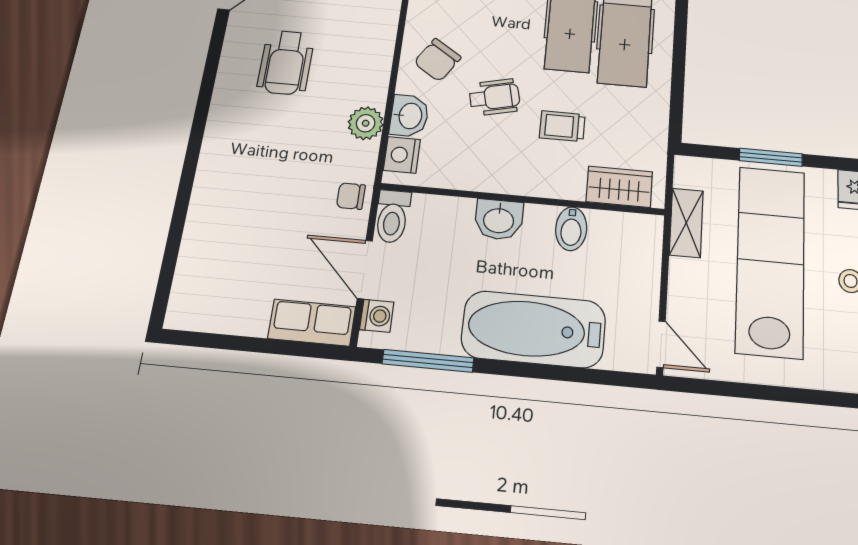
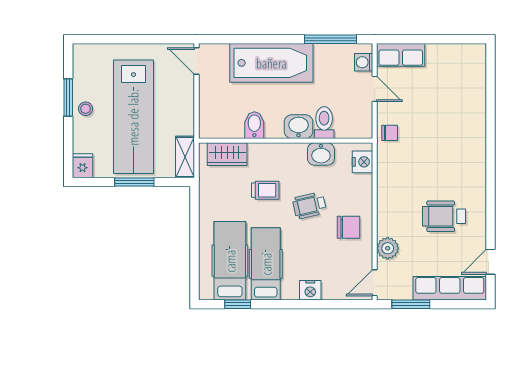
chair: (437, 60) -> (348, 227), turned 57
wheelchair: (286, 62) -> (444, 216), turned -90
washbasin: (409, 116) -> (321, 154), moved, turned -90
plant: (366, 123) -> (388, 248), moved
toilet: (392, 216) -> (324, 123), moved
shelving: (686, 223) -> (185, 157), moved
door: (365, 269) -> (375, 89), width x0.73

